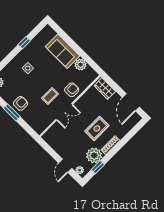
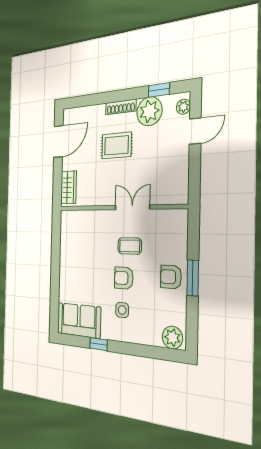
sofa: (63, 51) -> (79, 320), moved, turned -90
plant: (81, 65) -> (67, 245), removed
armchair: (72, 90) -> (124, 278), moved

